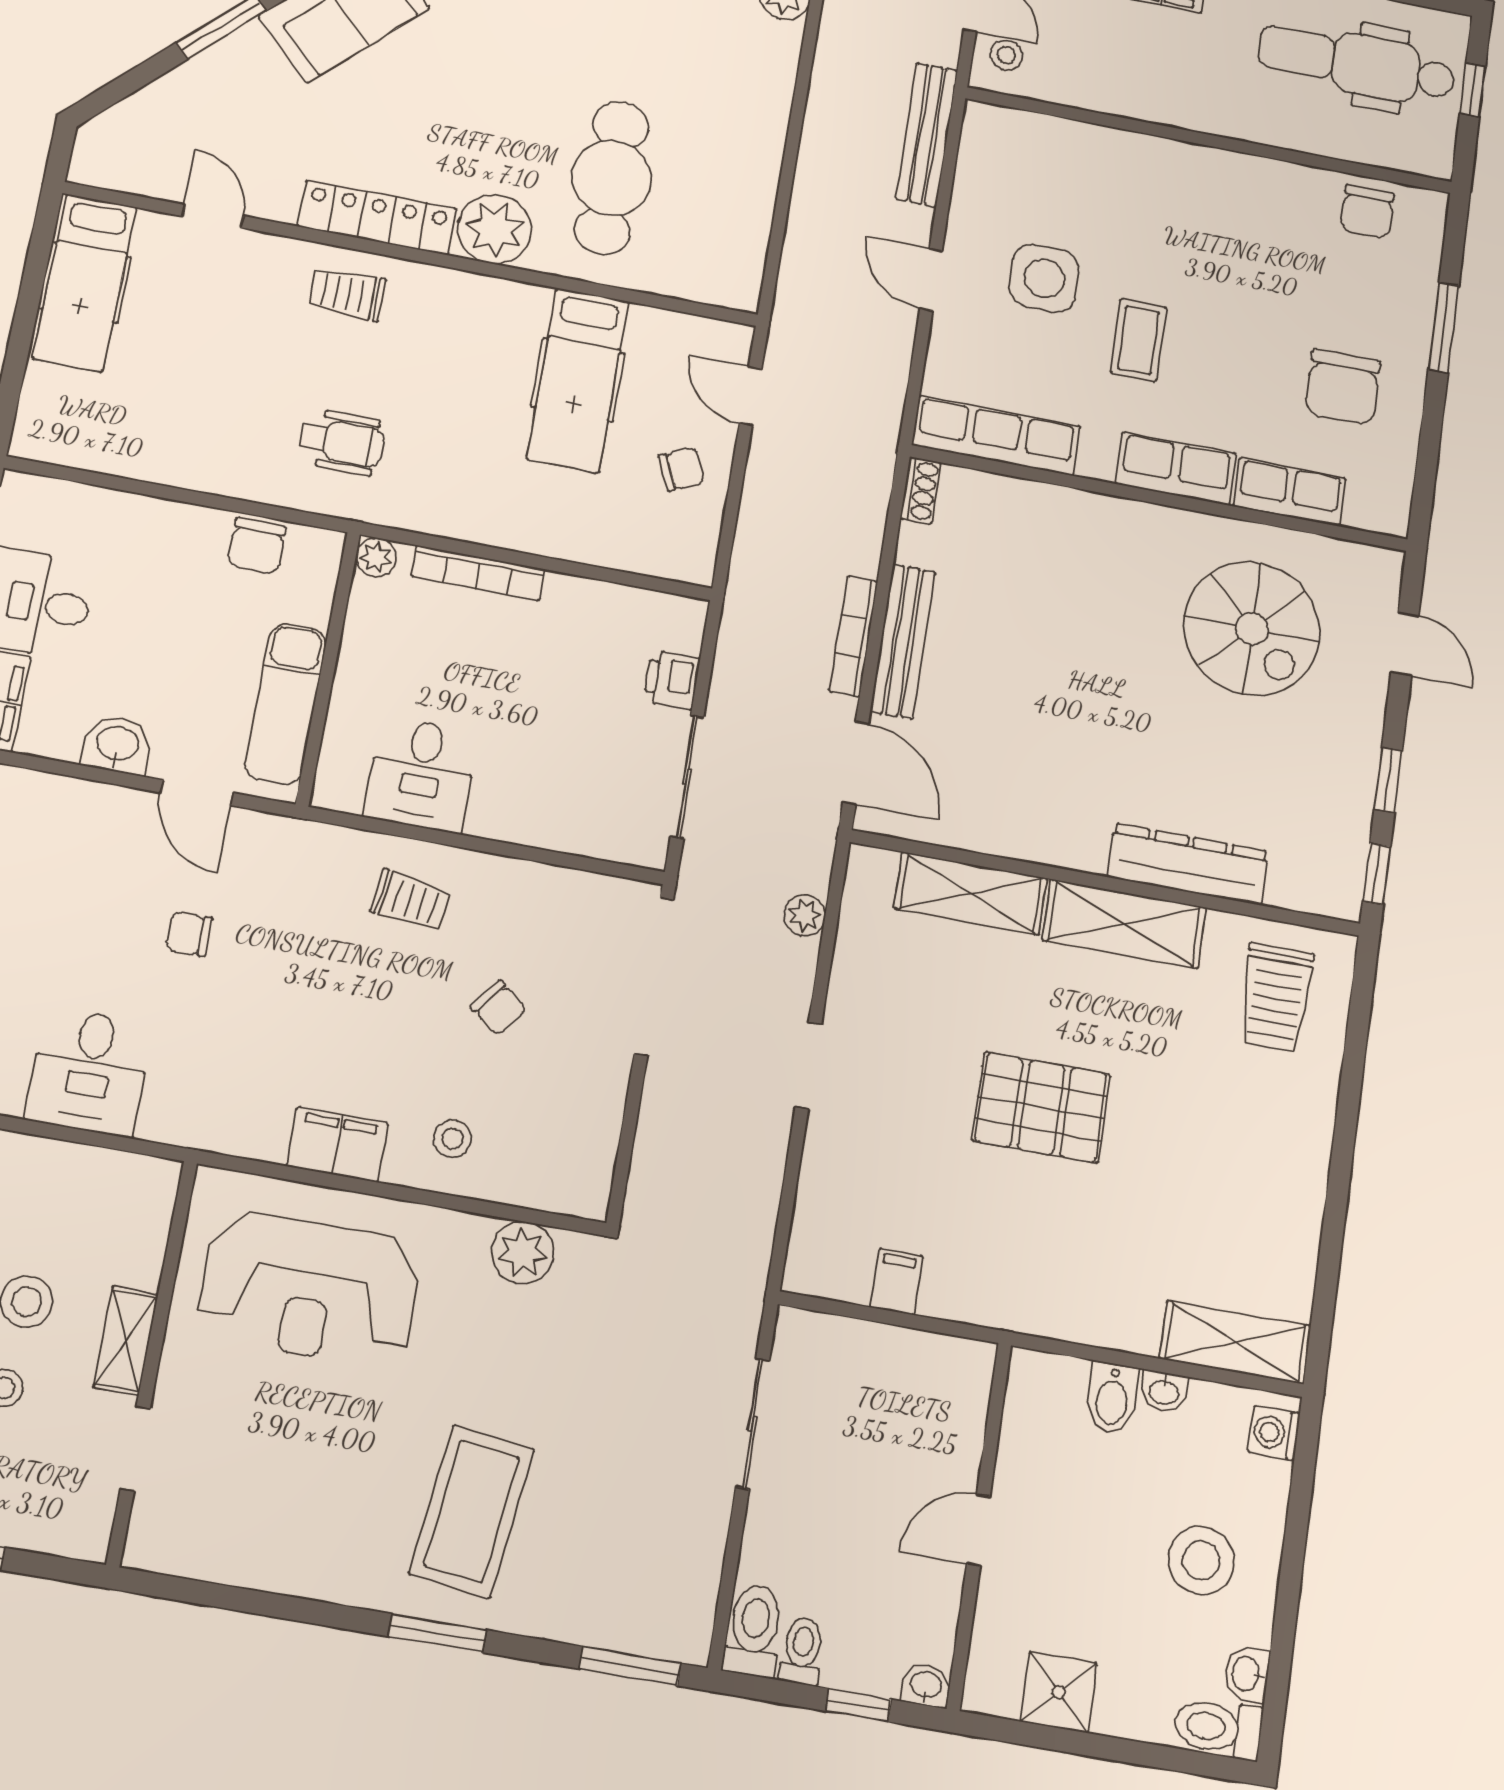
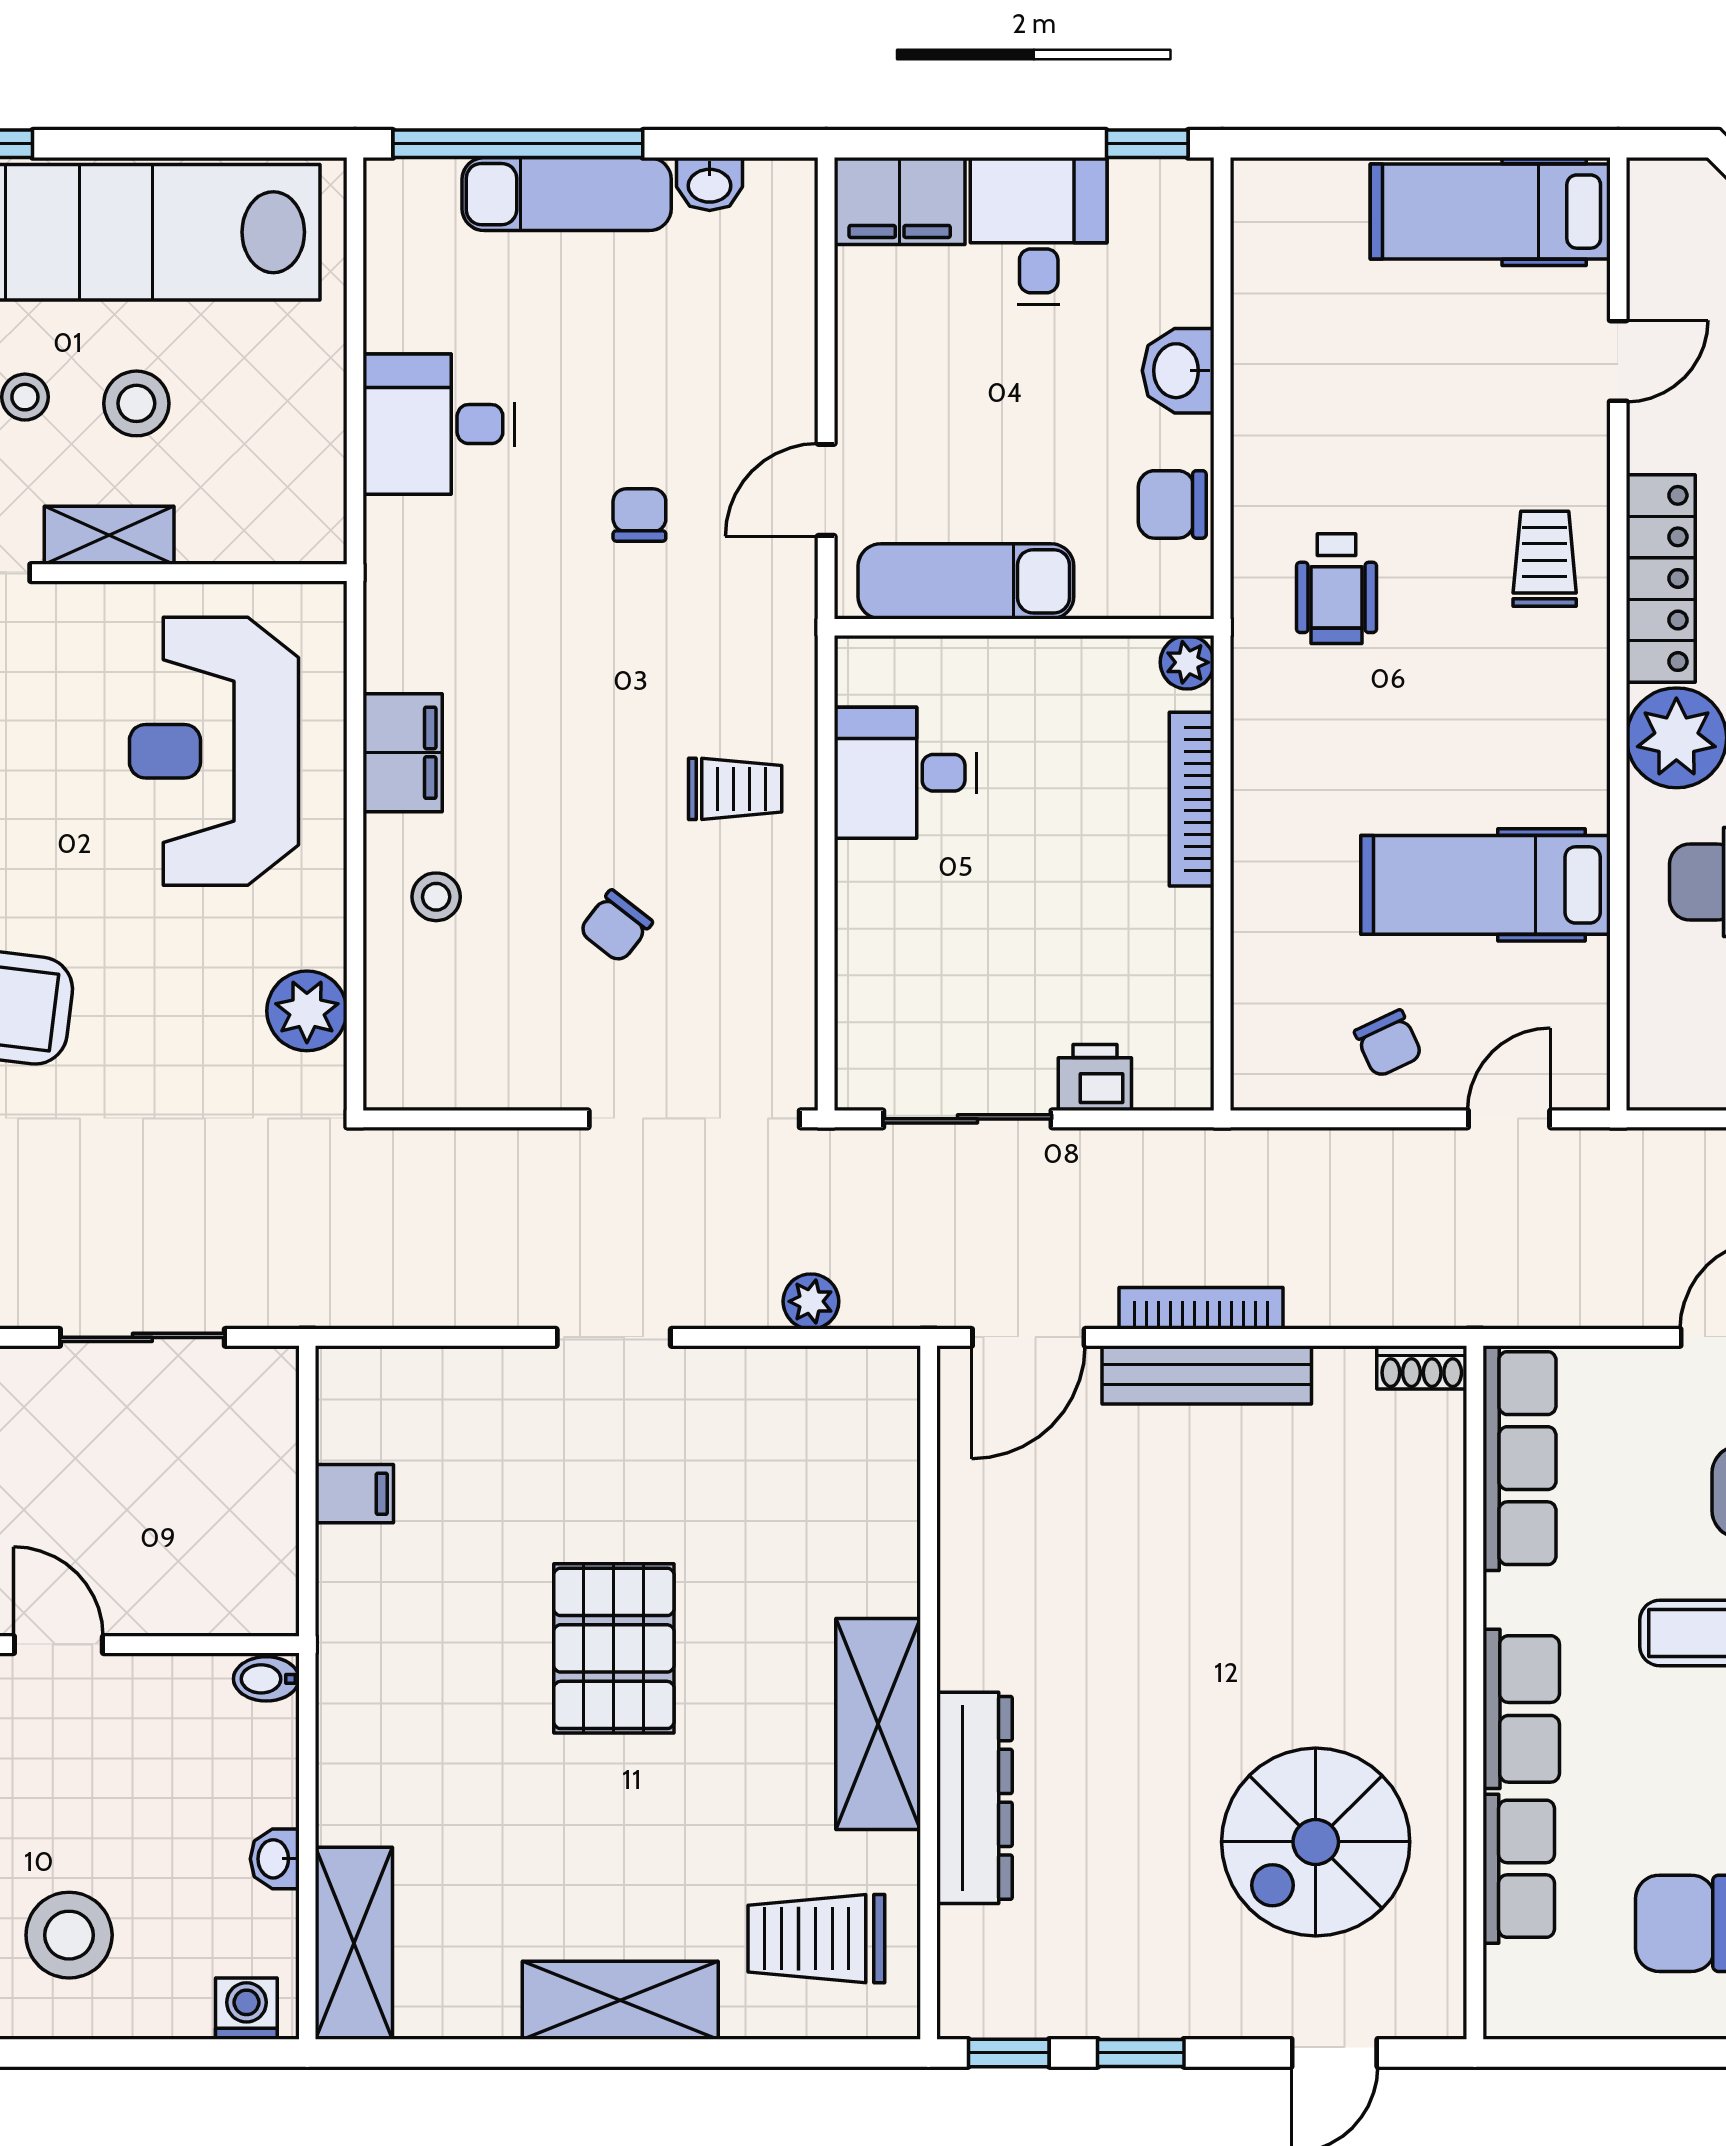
washbasin: (117, 745) -> (1178, 371), moved, turned 180
shelving: (971, 893) -> (620, 2000), moved, turned 90
trolley: (410, 901) -> (735, 789), turned -98
bidet: (1112, 1398) -> (266, 1679), moved, width x0.72, depth x0.74

